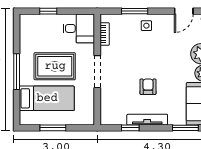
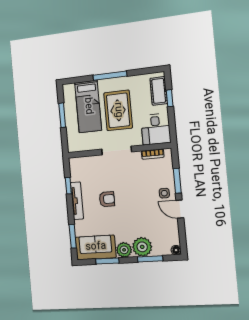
door: (184, 11) -> (180, 209), moved
cot: (39, 22) -> (159, 91), added

